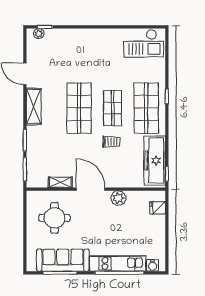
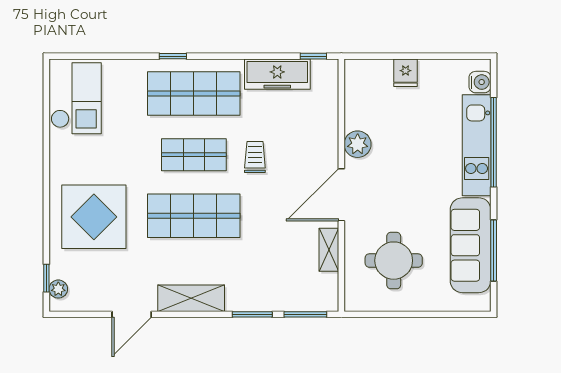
display table: (78, 53) -> (94, 217), added
freezer: (155, 161) -> (277, 74), width x0.73, depth x0.79
fridge: (158, 208) -> (406, 73), moved

